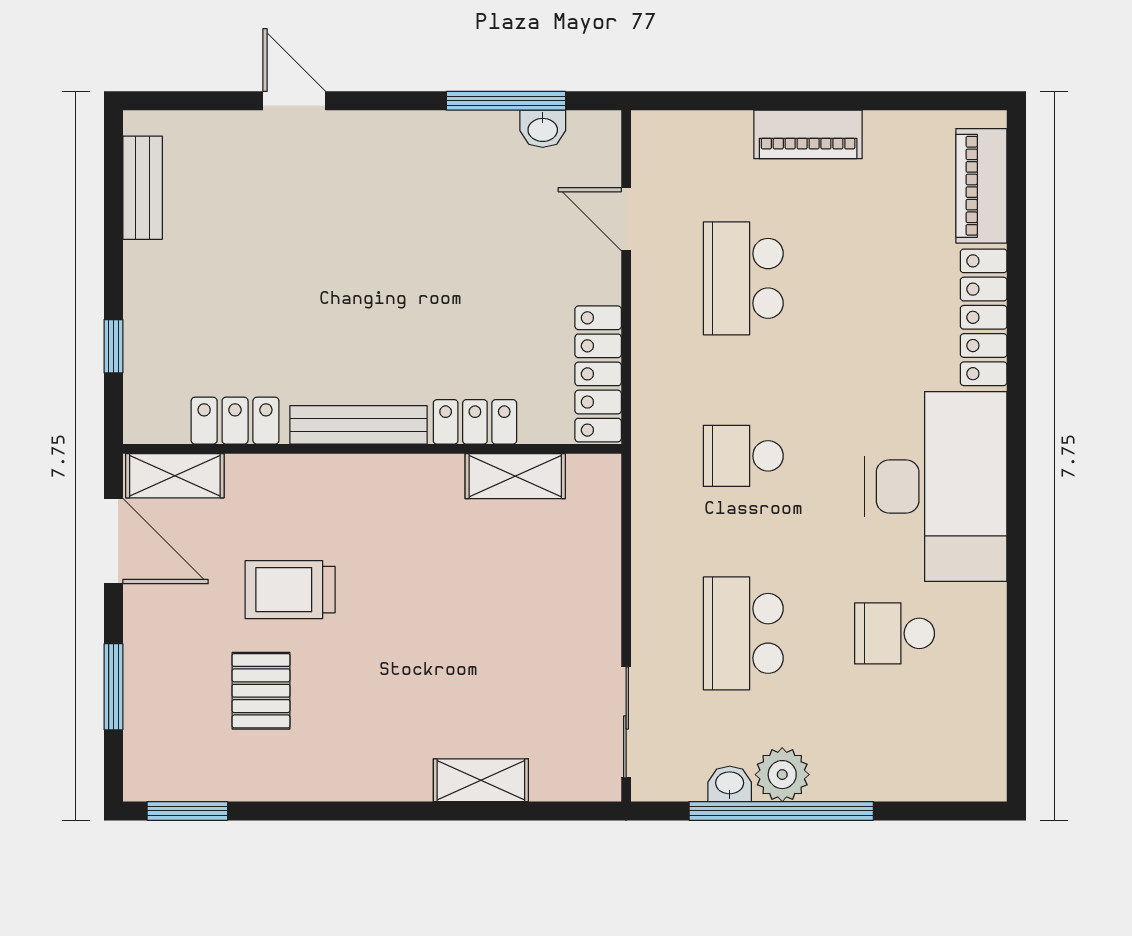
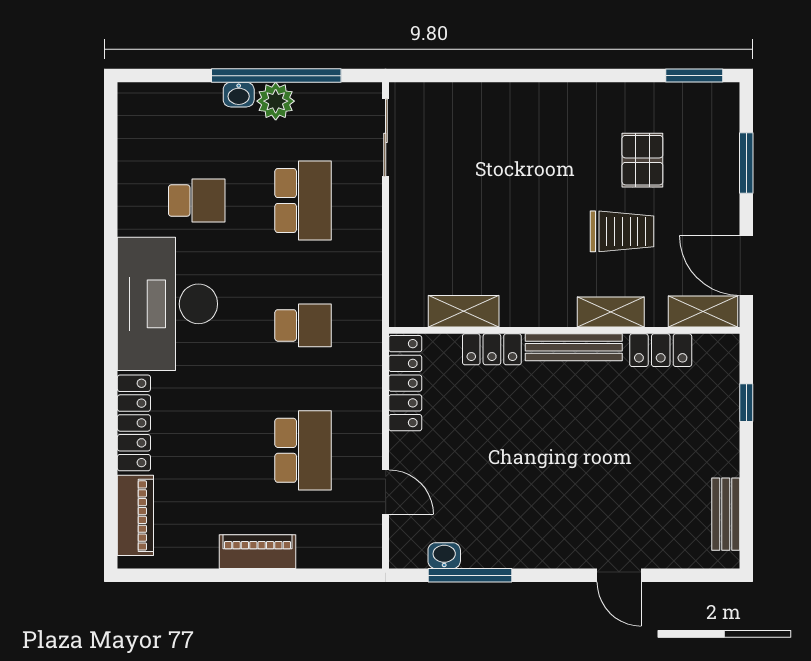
shelving: (481, 780) -> (611, 312), moved
washbasin: (730, 784) -> (239, 95), moved

